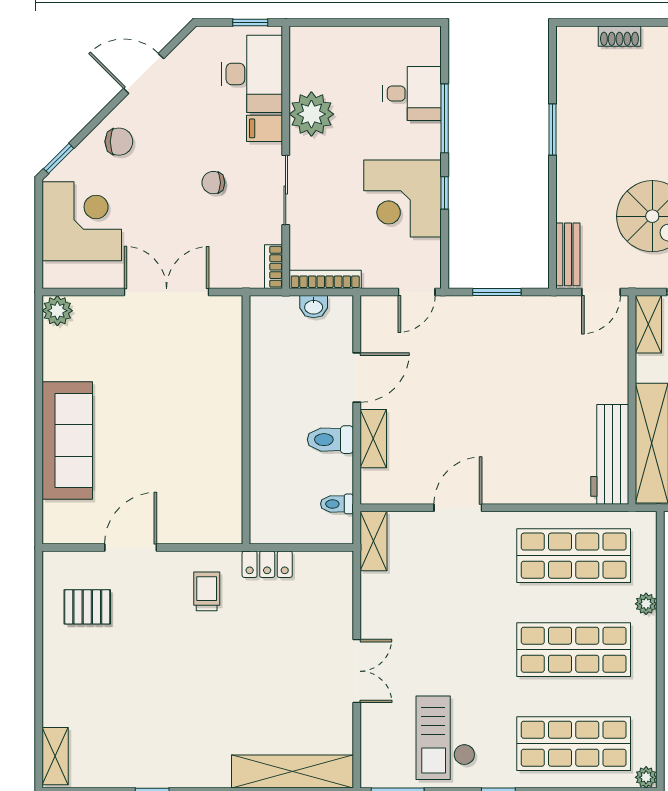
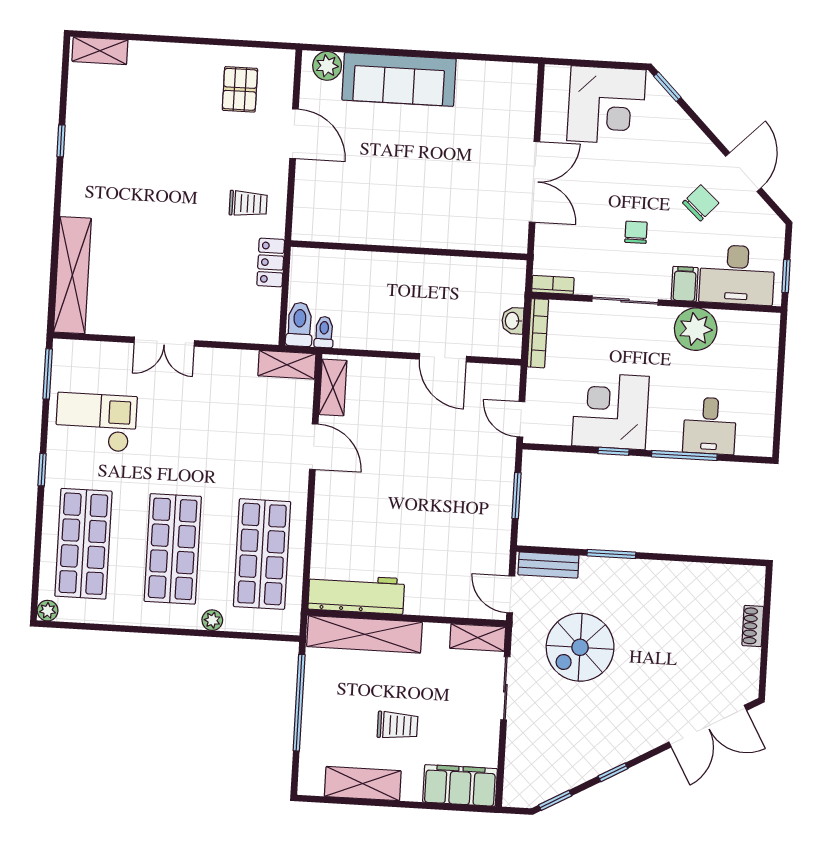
window: (552, 129) -> (611, 554), moved
chair: (119, 142) -> (701, 203), moved, turned -138
plant: (57, 311) -> (327, 66), moved
shelving: (373, 439) -> (333, 387), moved, turned 90
toilet: (330, 440) -> (300, 324), moved

